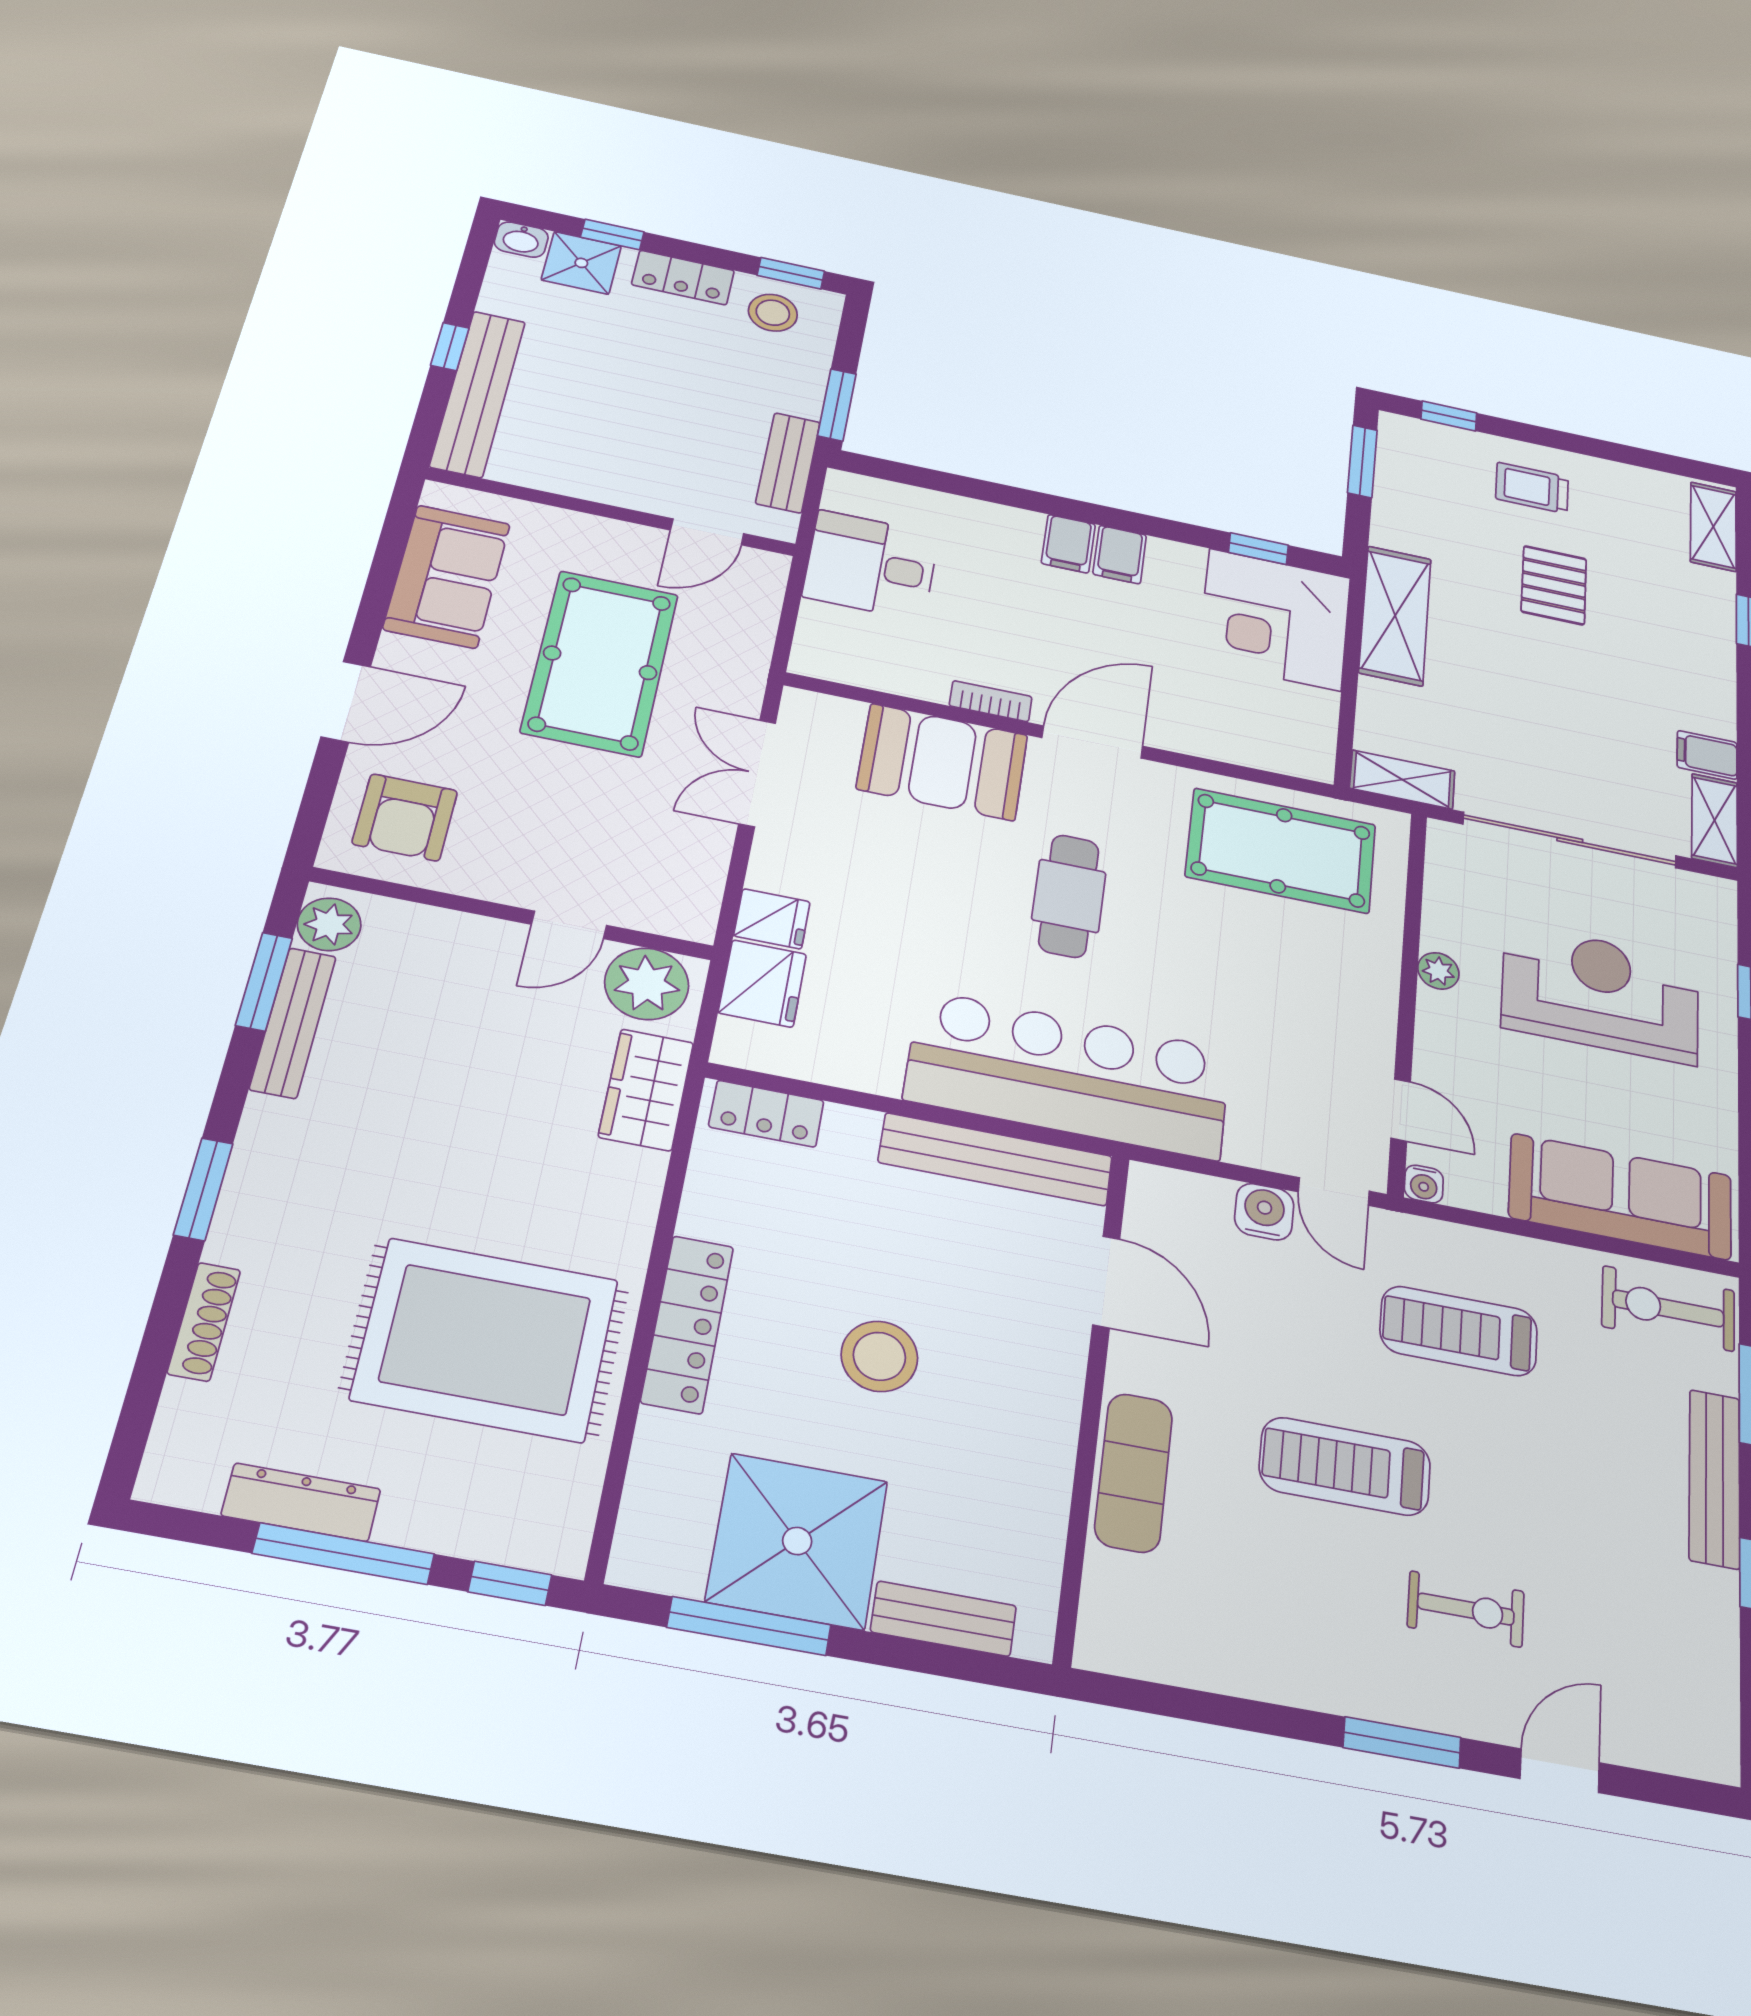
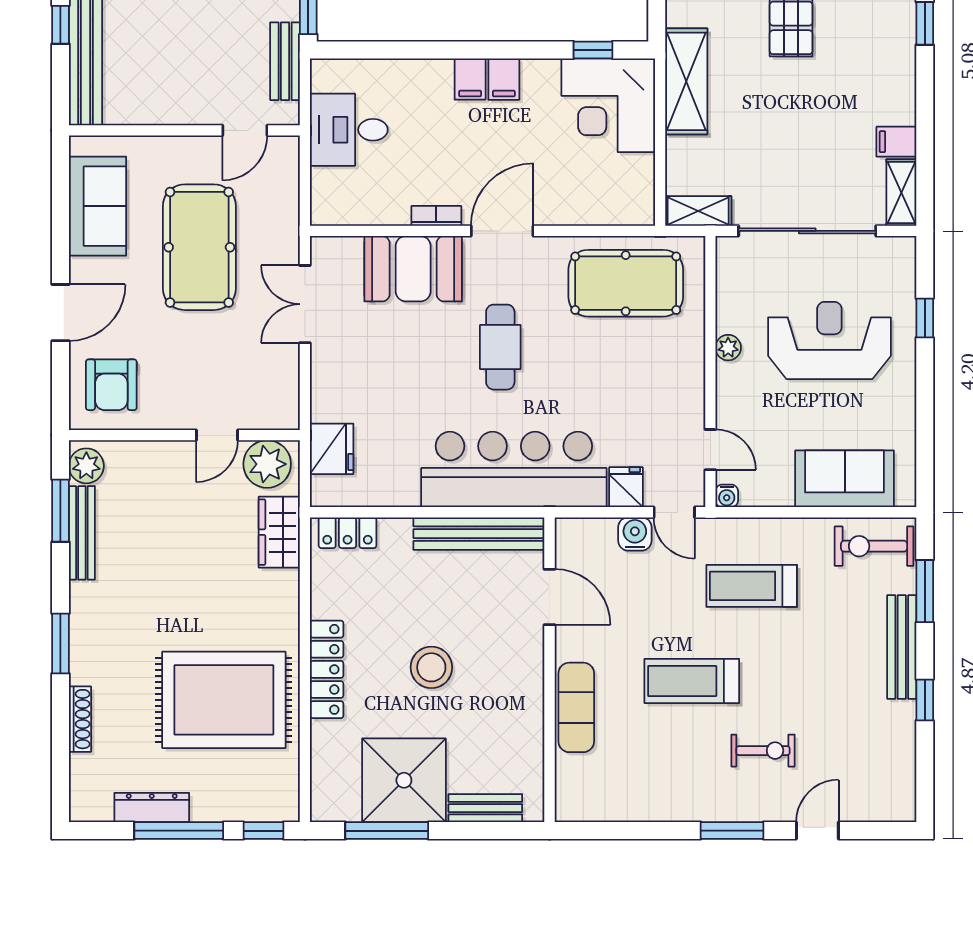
fridge: (772, 919) -> (626, 487), moved, turned -90
sofa: (1621, 1197) -> (845, 479), width x0.73

